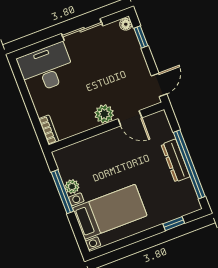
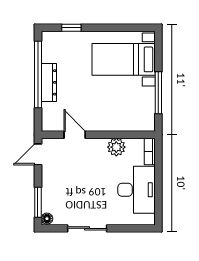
window: (141, 37) -> (38, 202), width x1.50
desk: (46, 68) -> (137, 190), moved, turned -90
plant: (104, 114) -> (116, 147), moved
plant: (72, 187) -> (148, 94), removed

